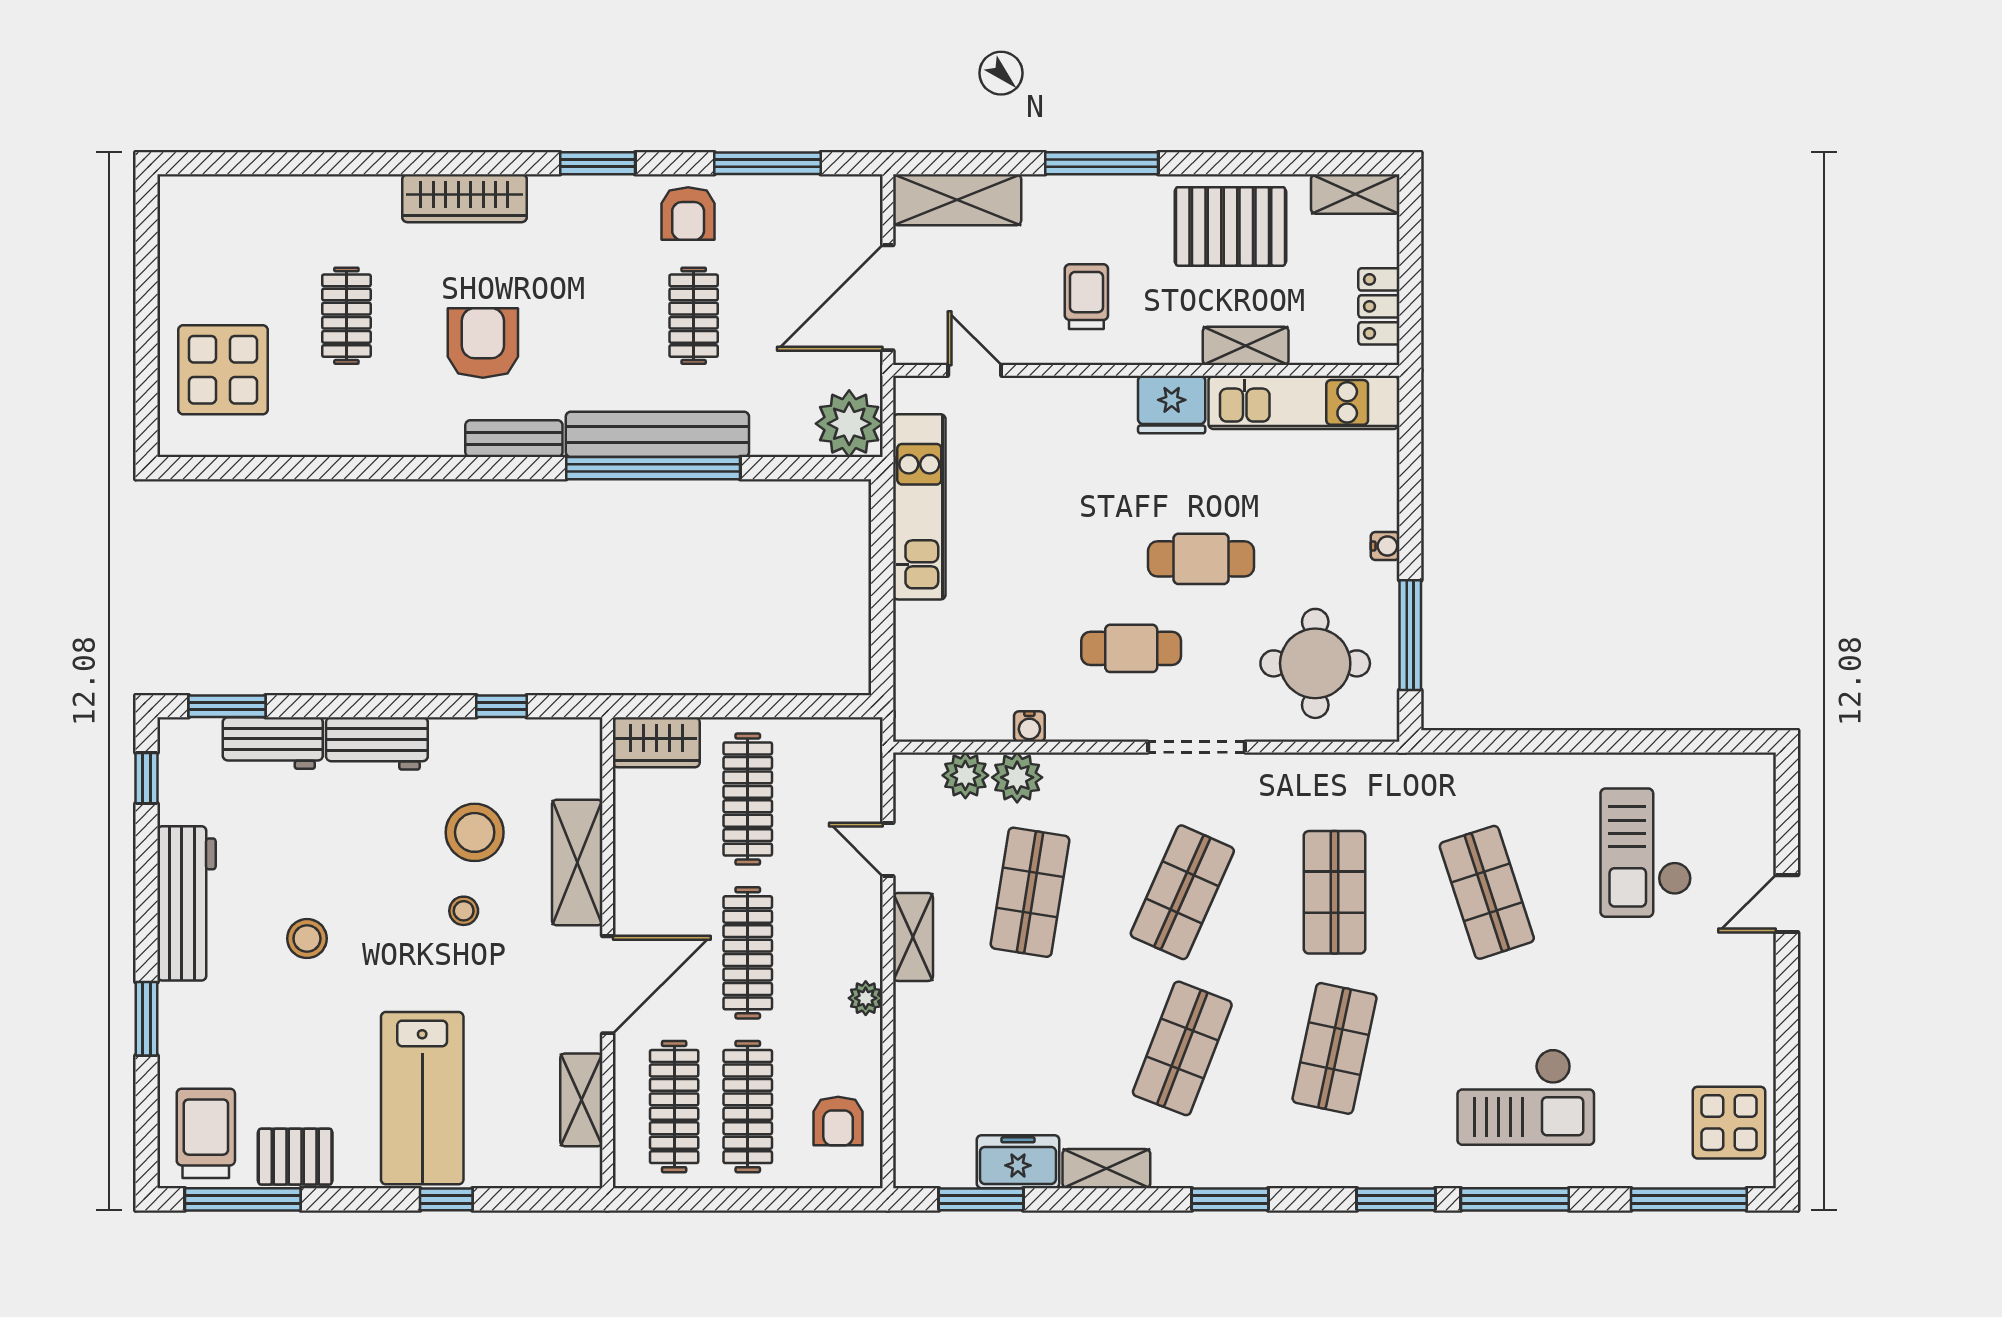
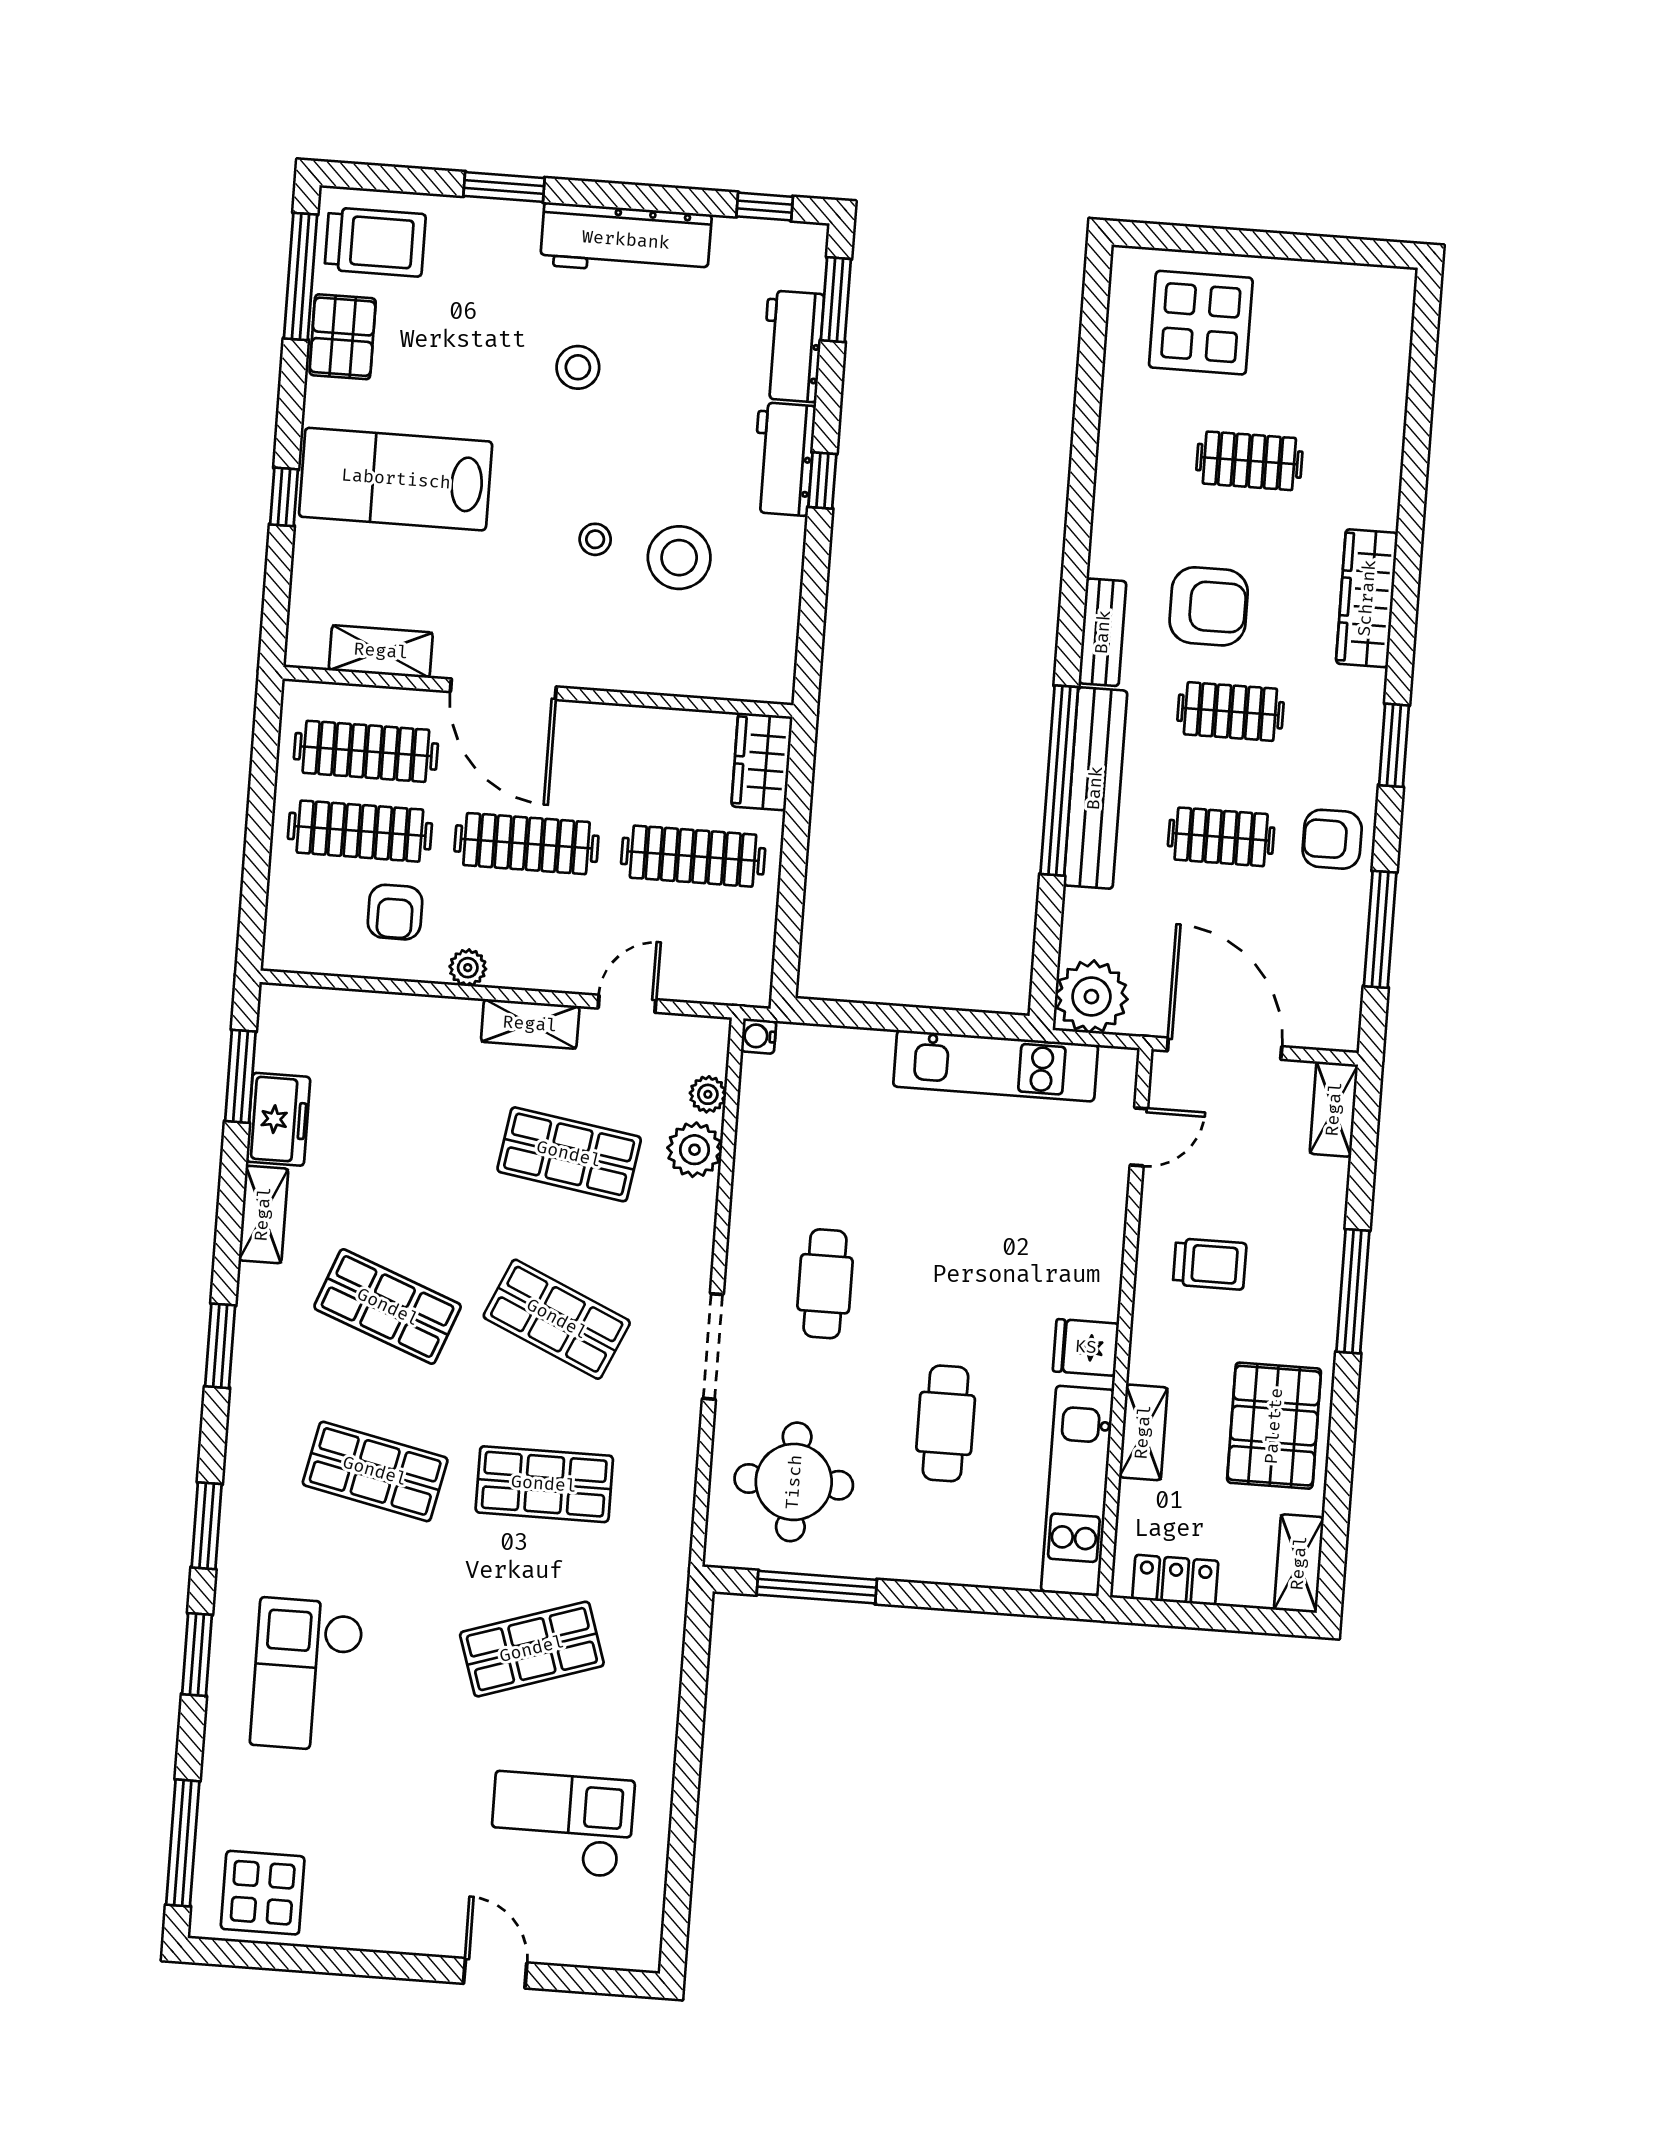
shelving: (957, 200) -> (1334, 1109), width x0.67, depth x0.75
clothes rail: (578, 316) -> (1230, 712), added
fridge: (1172, 405) -> (1086, 1347), width x0.72
water cooler: (1385, 546) -> (915, 1567), removed
cafe table: (1201, 559) -> (946, 1423), moved
window: (502, 706) -> (822, 480), moved
water cooler: (1029, 726) -> (759, 1036), moved
plant: (965, 775) -> (708, 1094), width x0.73, depth x0.73
shelving: (577, 863) -> (638, 666), removed
armchair: (838, 1121) -> (395, 912), moved, turned -90
window: (1515, 1199) -> (197, 1655), width x0.69

